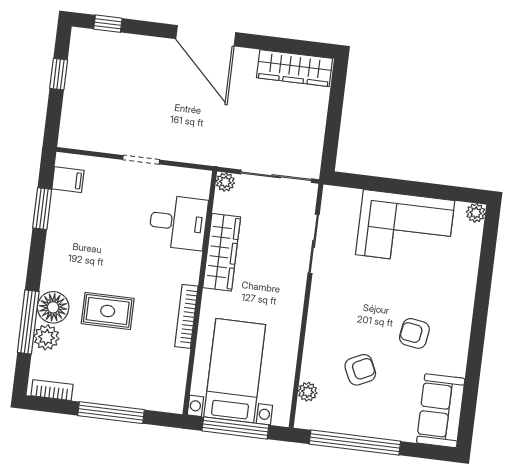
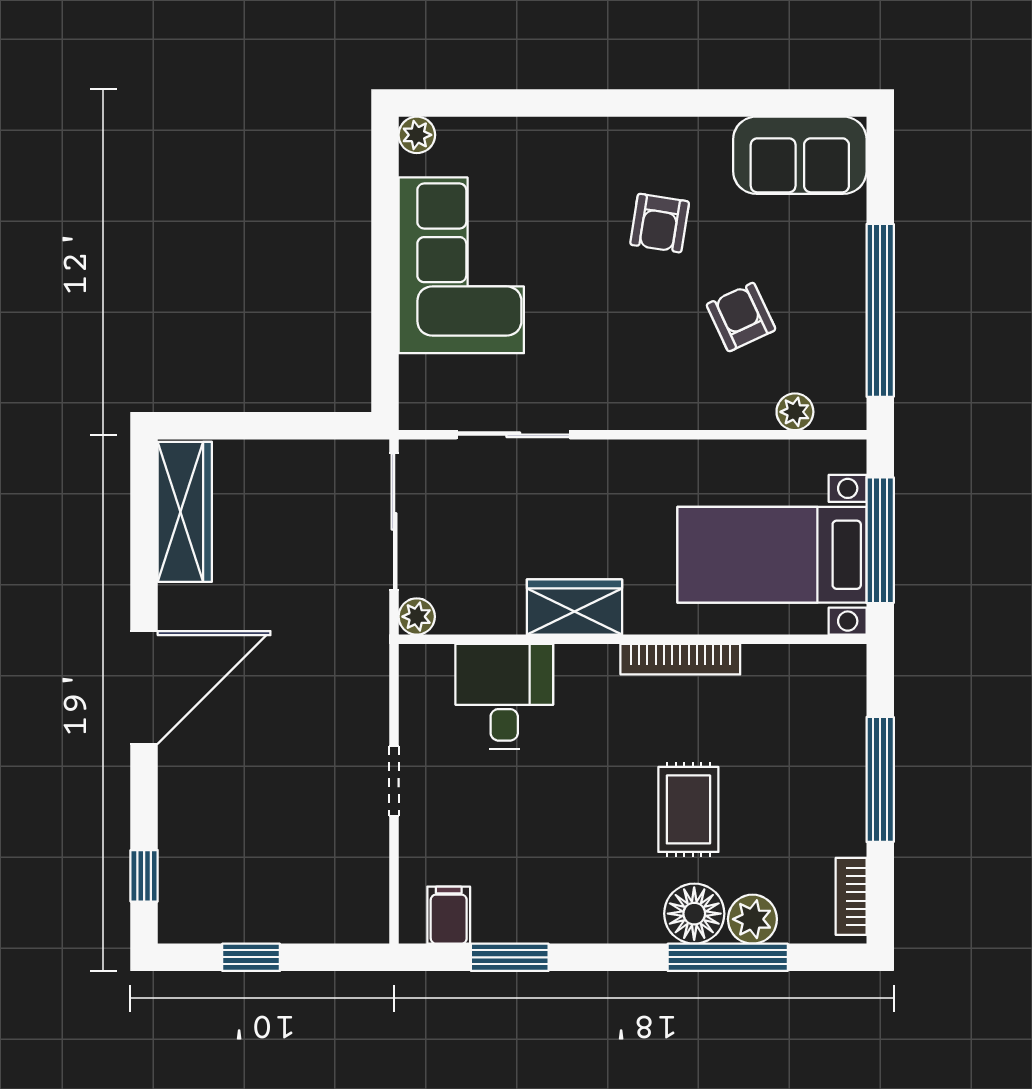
wardrobe: (222, 252) -> (574, 607), width x0.67

